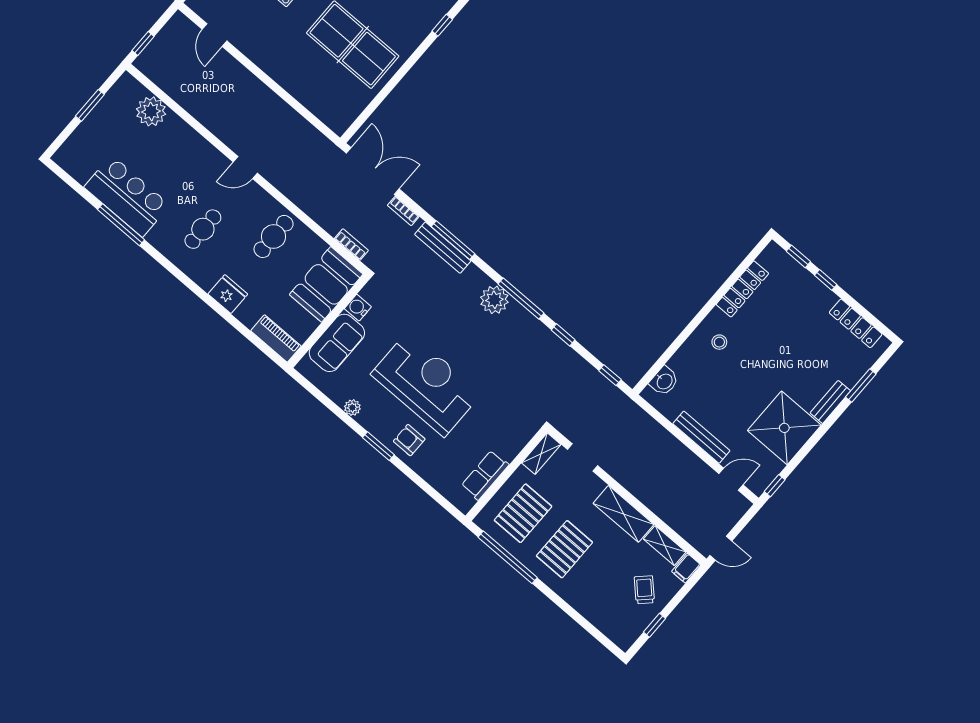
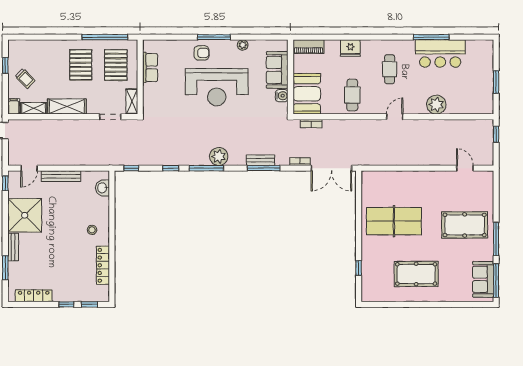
plant: (151, 111) -> (436, 105), moved
bench: (443, 248) -> (260, 160), width x0.73
window: (378, 446) -> (214, 37), width x1.44

